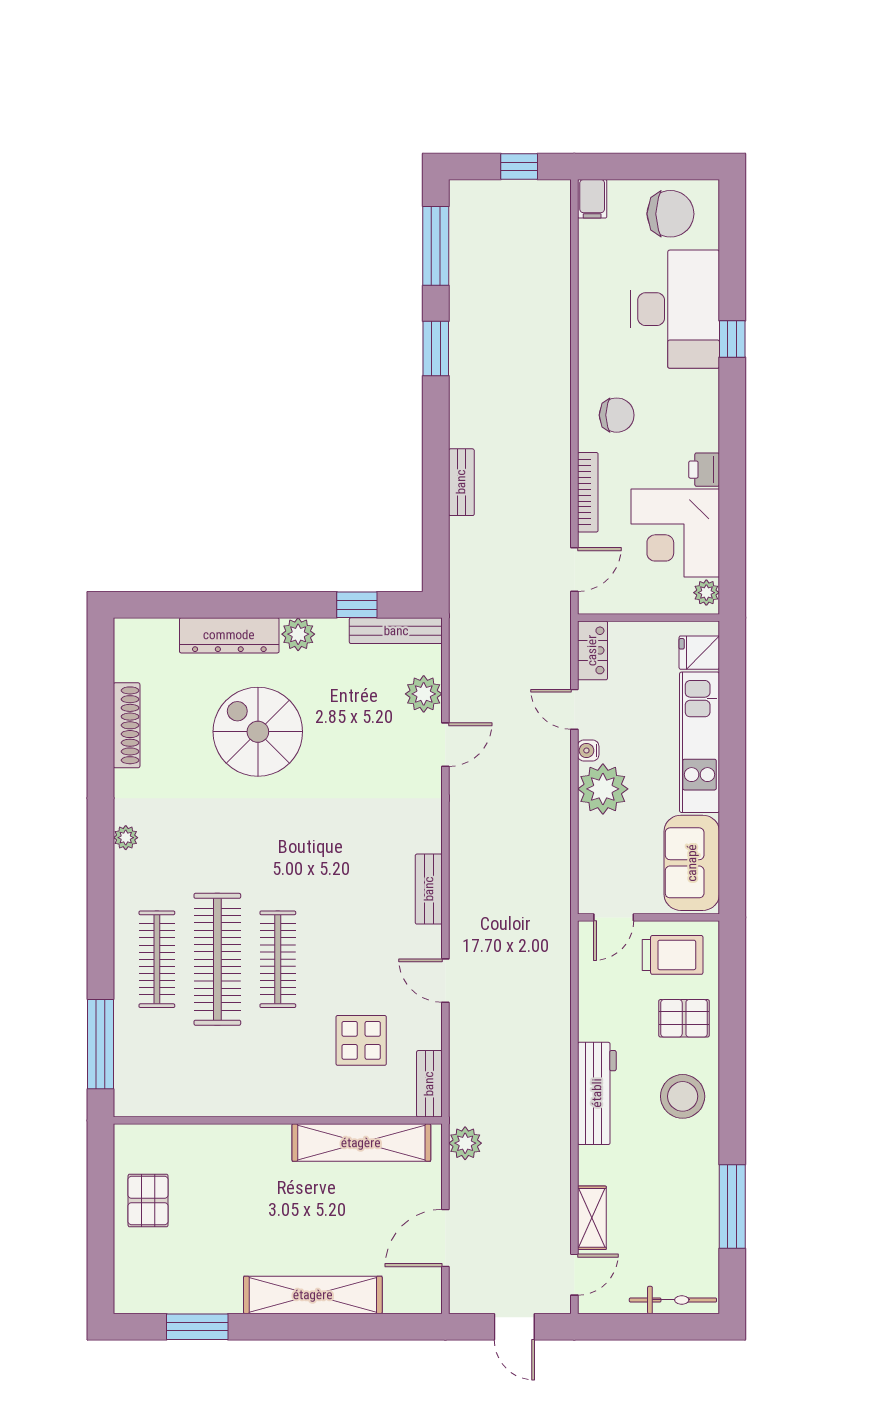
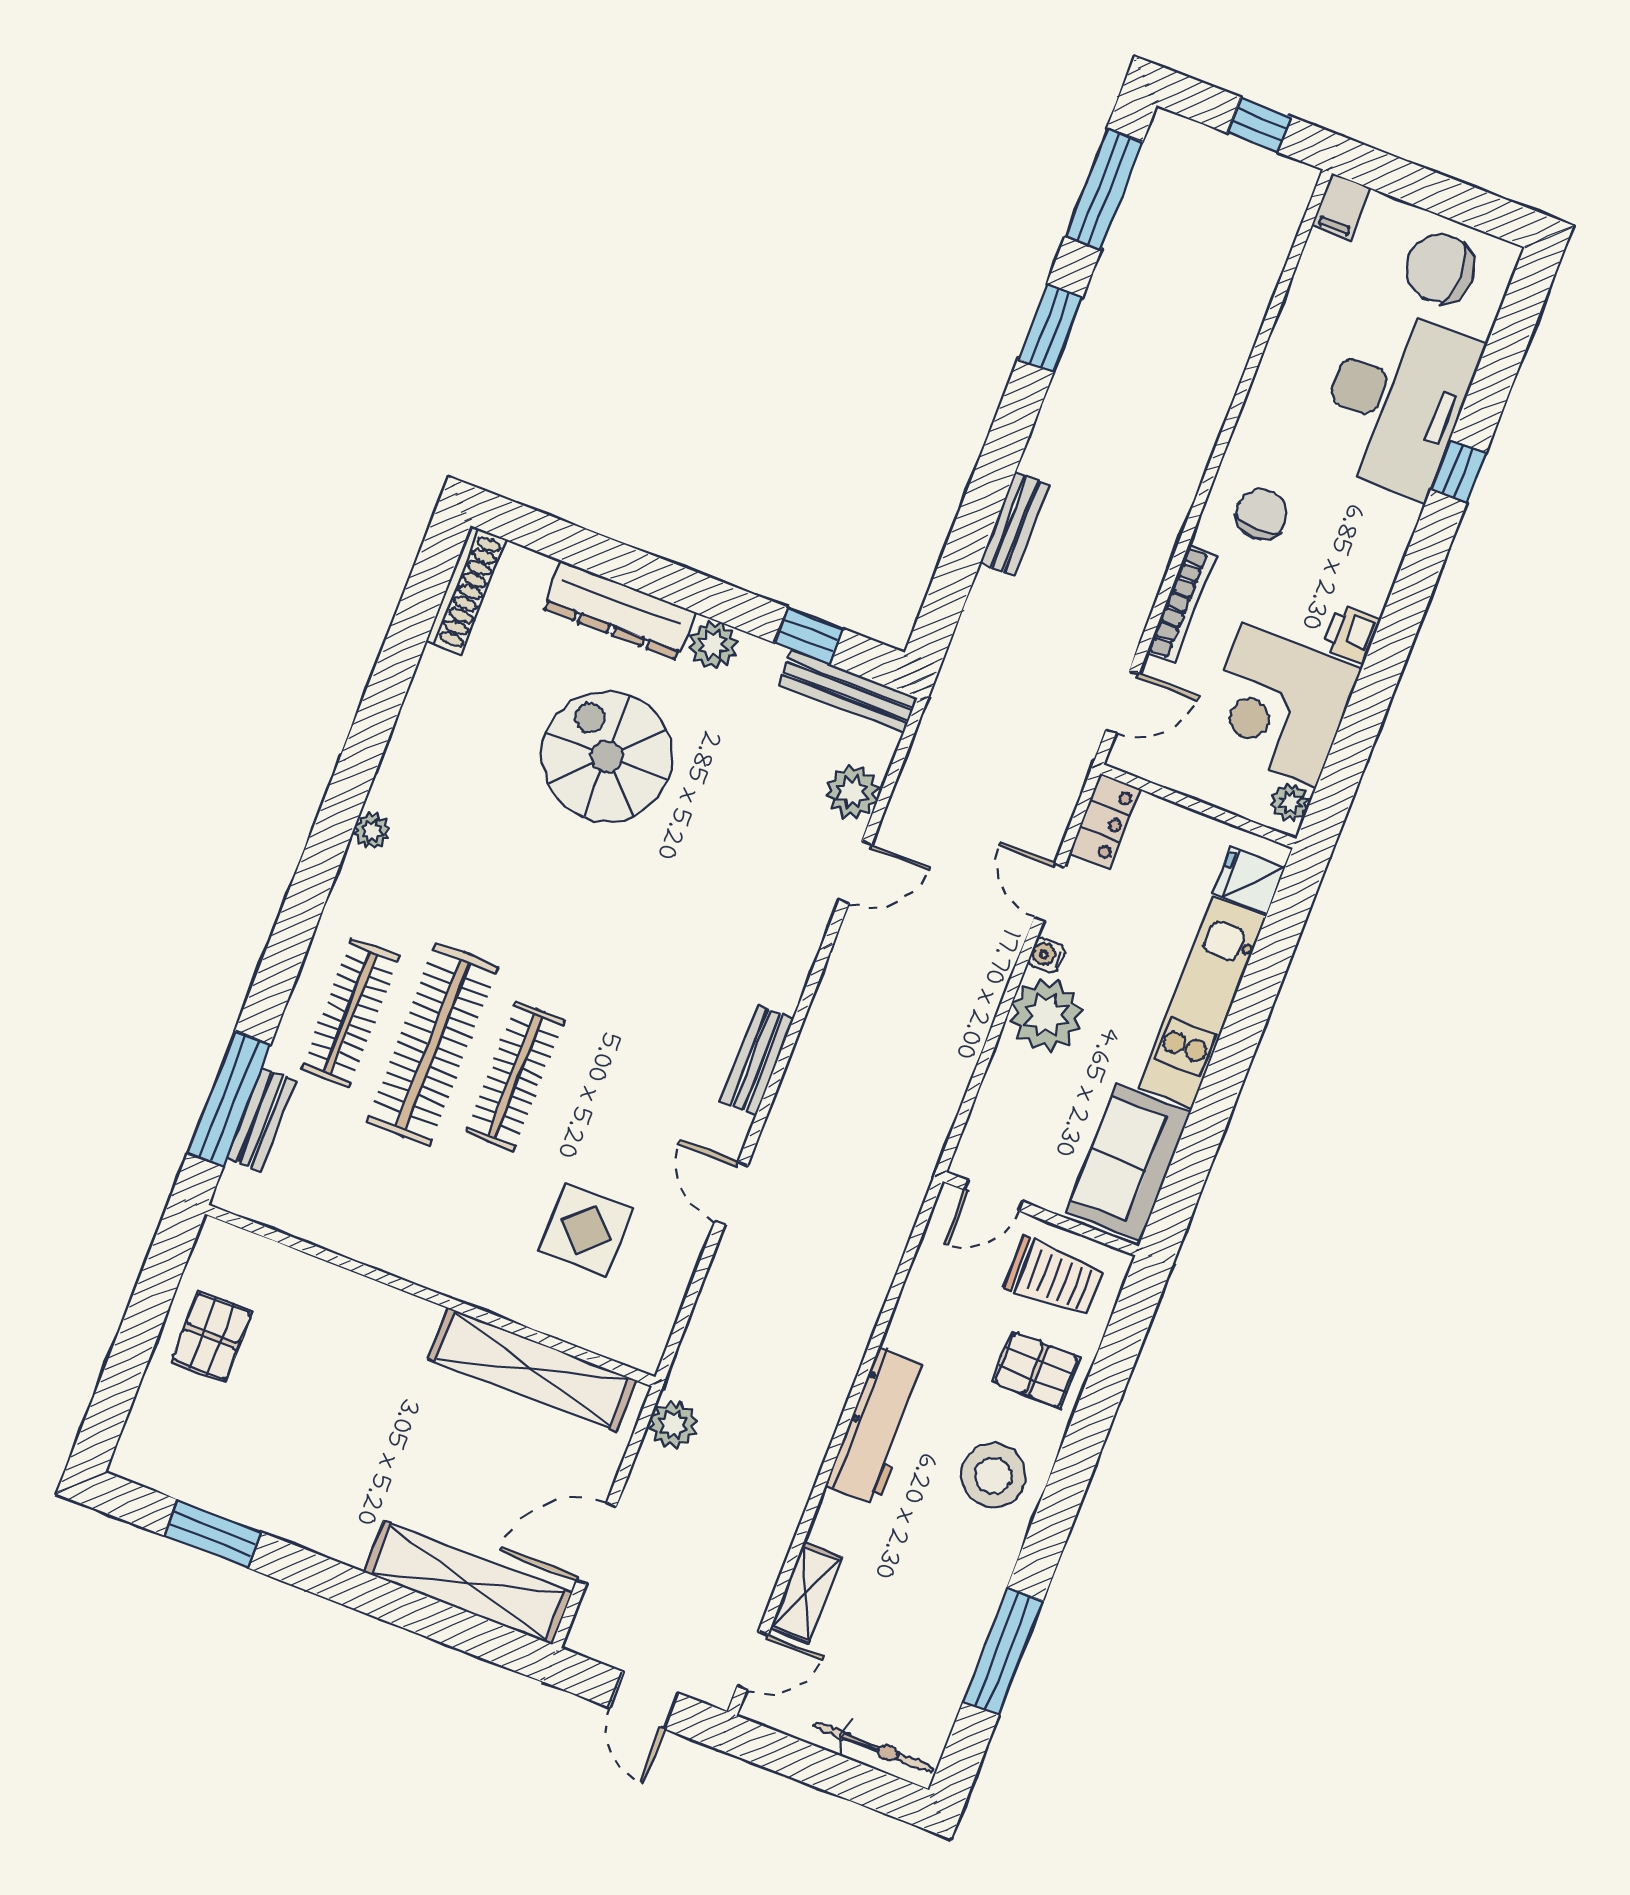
chair: (670, 214) -> (1440, 268), turned 180
chair: (617, 415) -> (1261, 514), turned -90
shoe rack: (127, 725) -> (466, 590), moved
bench: (429, 1084) -> (261, 1119), moved
shelving: (313, 1295) -> (468, 1583), moved

